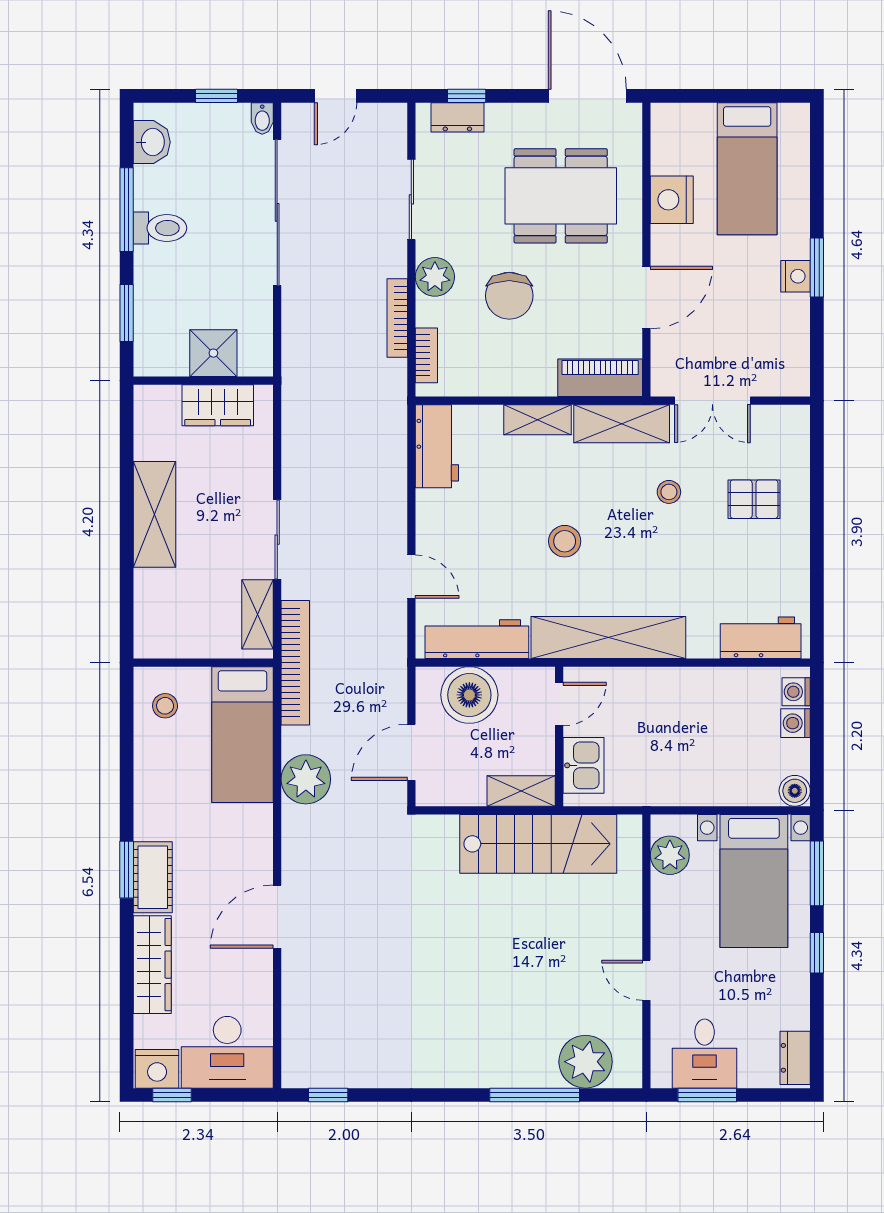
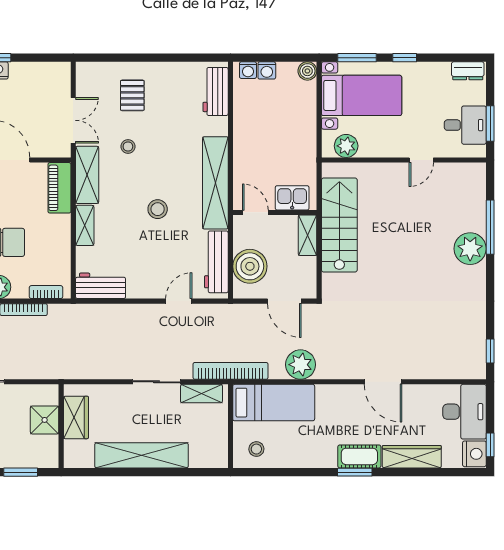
shelving: (155, 514) -> (141, 455), width x1.47
plant: (586, 1062) -> (470, 249), moved

